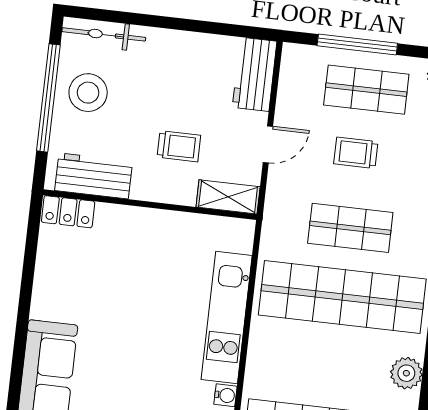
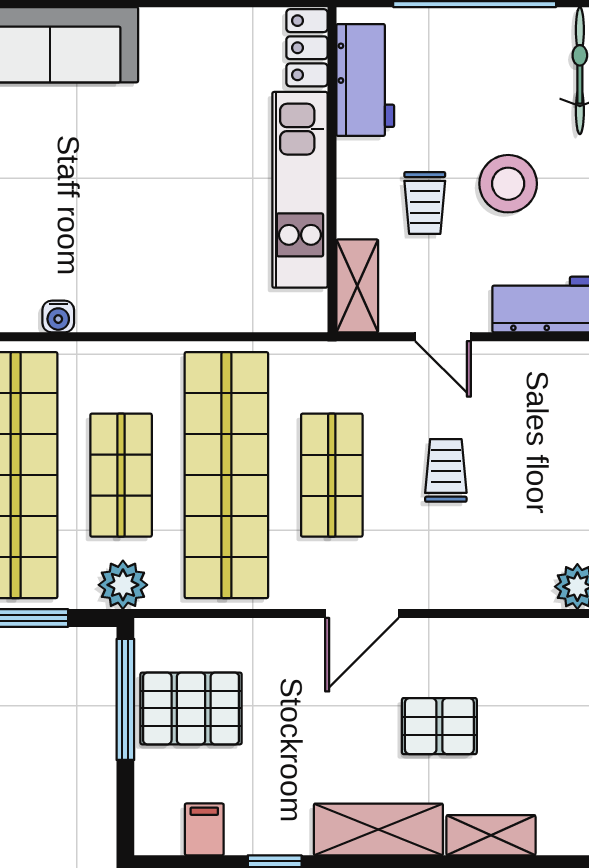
shop shelf: (366, 90) -> (121, 475), moved
stool: (88, 93) -> (508, 184), moved
kitchen unit: (227, 317) -> (300, 190), moved, turned -90

